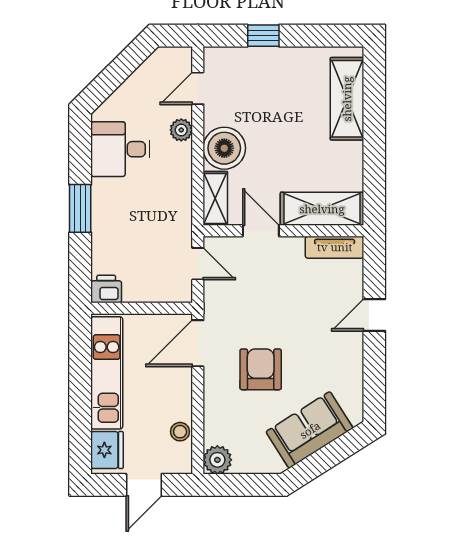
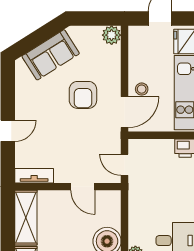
shelving: (215, 198) -> (113, 208), removed
shelving: (322, 209) -> (26, 218), moved, turned 90
stool: (180, 432) -> (142, 89), moved

